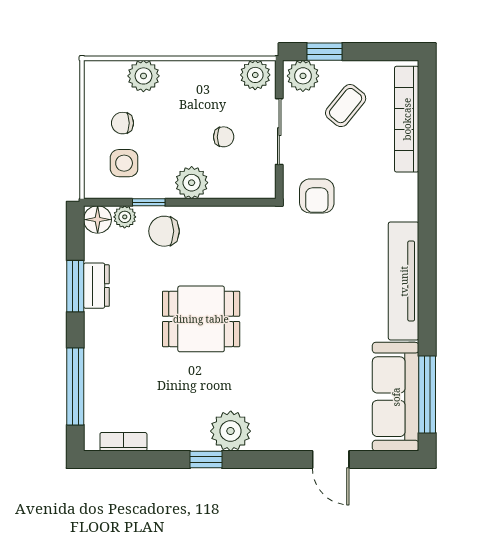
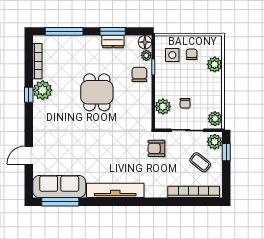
plant: (192, 183) -> (163, 106), moved
plant: (231, 431) -> (43, 90), moved
bookcase: (123, 442) -> (37, 61), width x1.56

